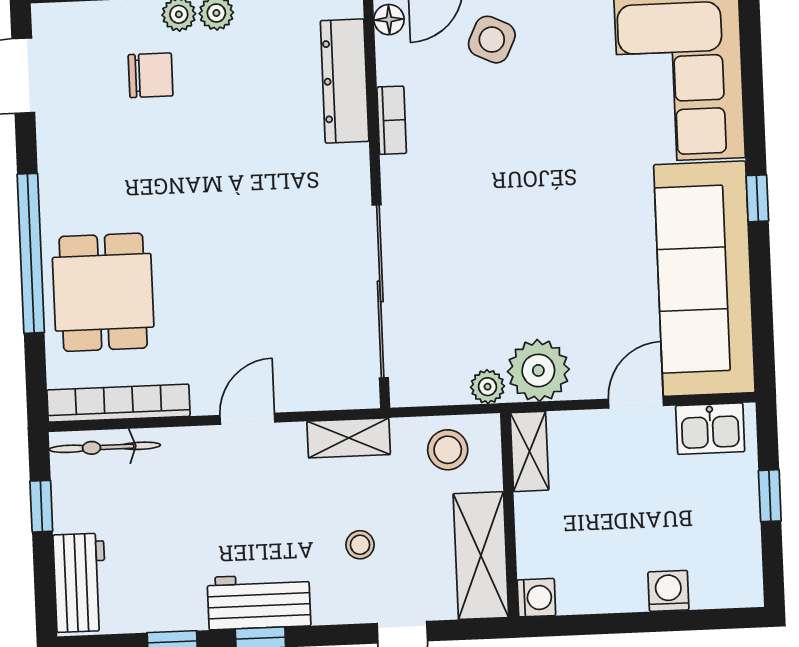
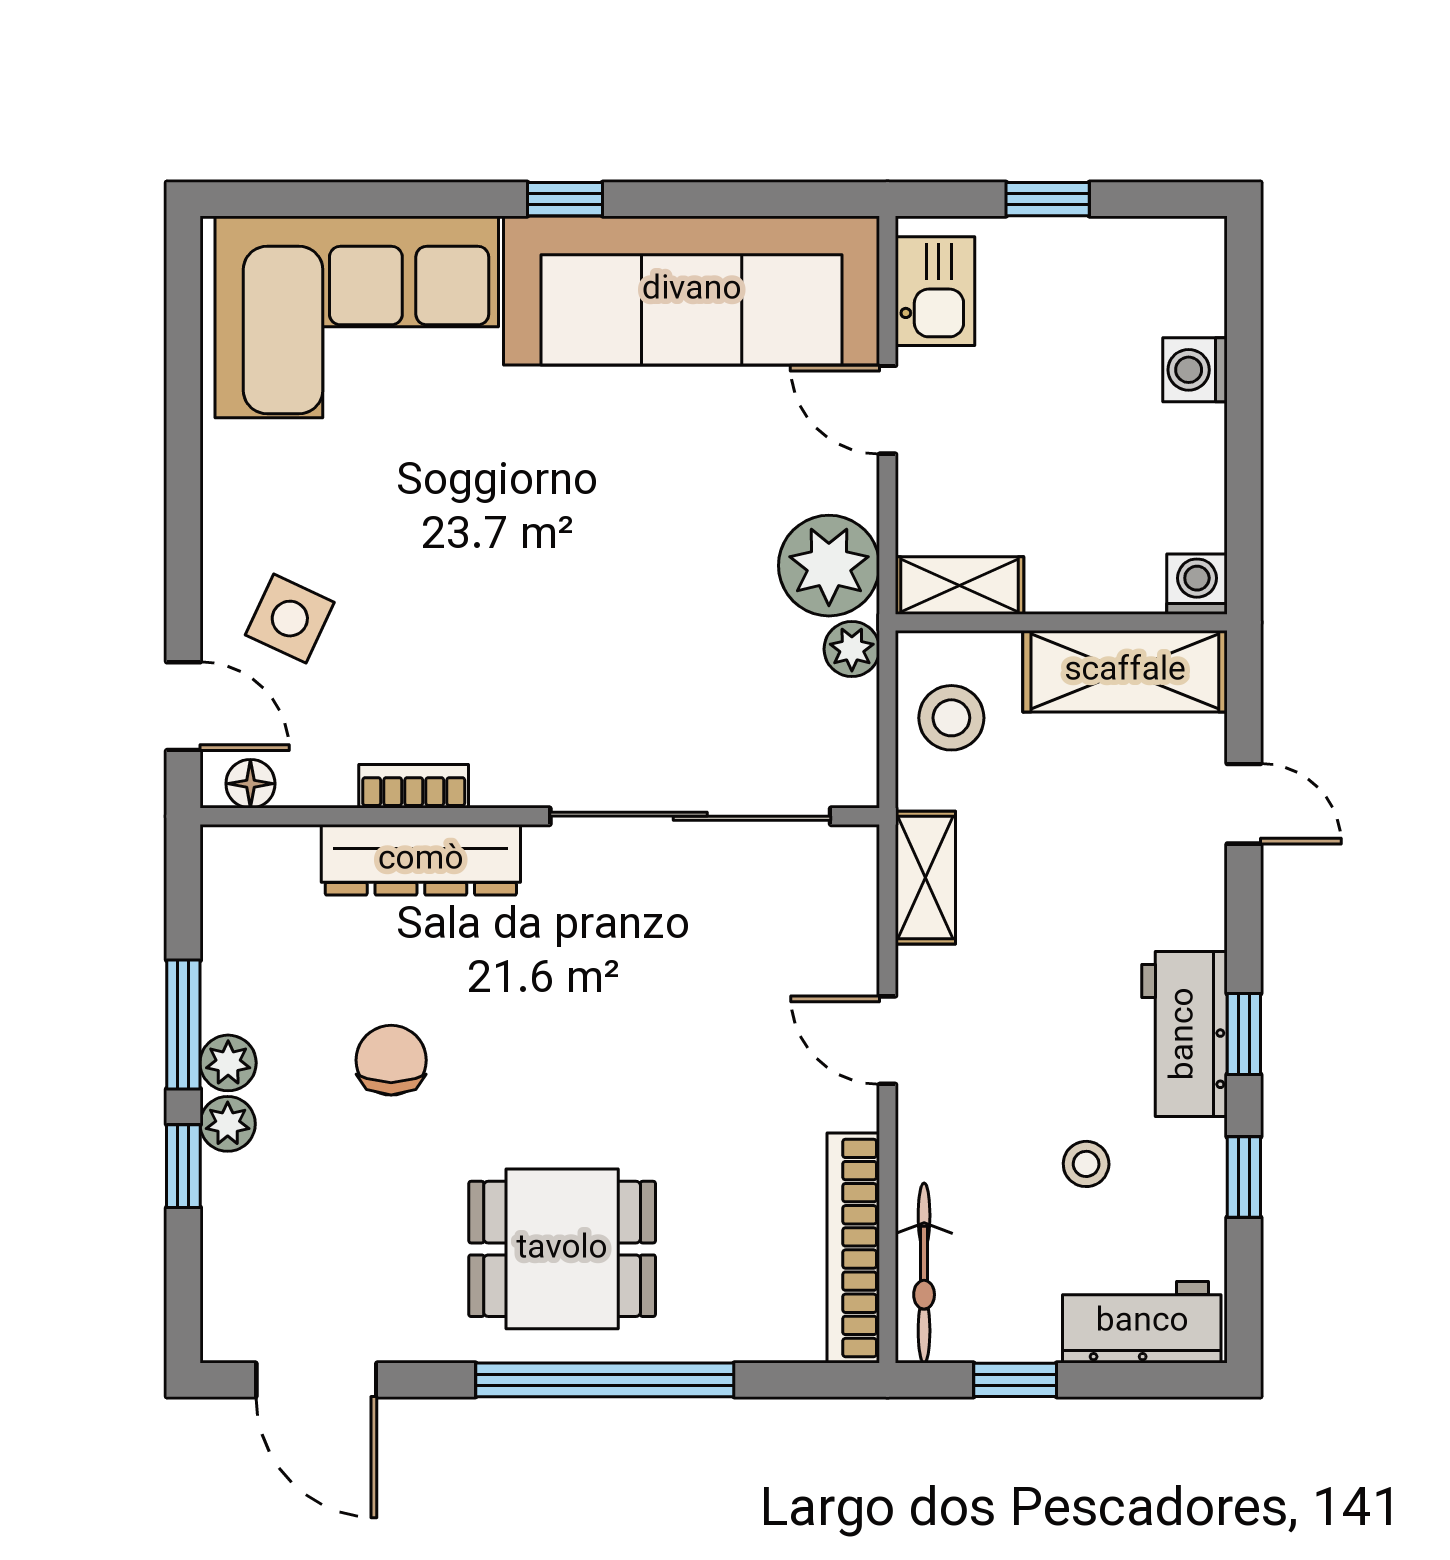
chair: (151, 75) -> (391, 1060), moved
dresser: (345, 81) -> (421, 860), moved
dining table: (103, 292) -> (562, 1249), moved
stool: (360, 545) -> (1086, 1164), moved

